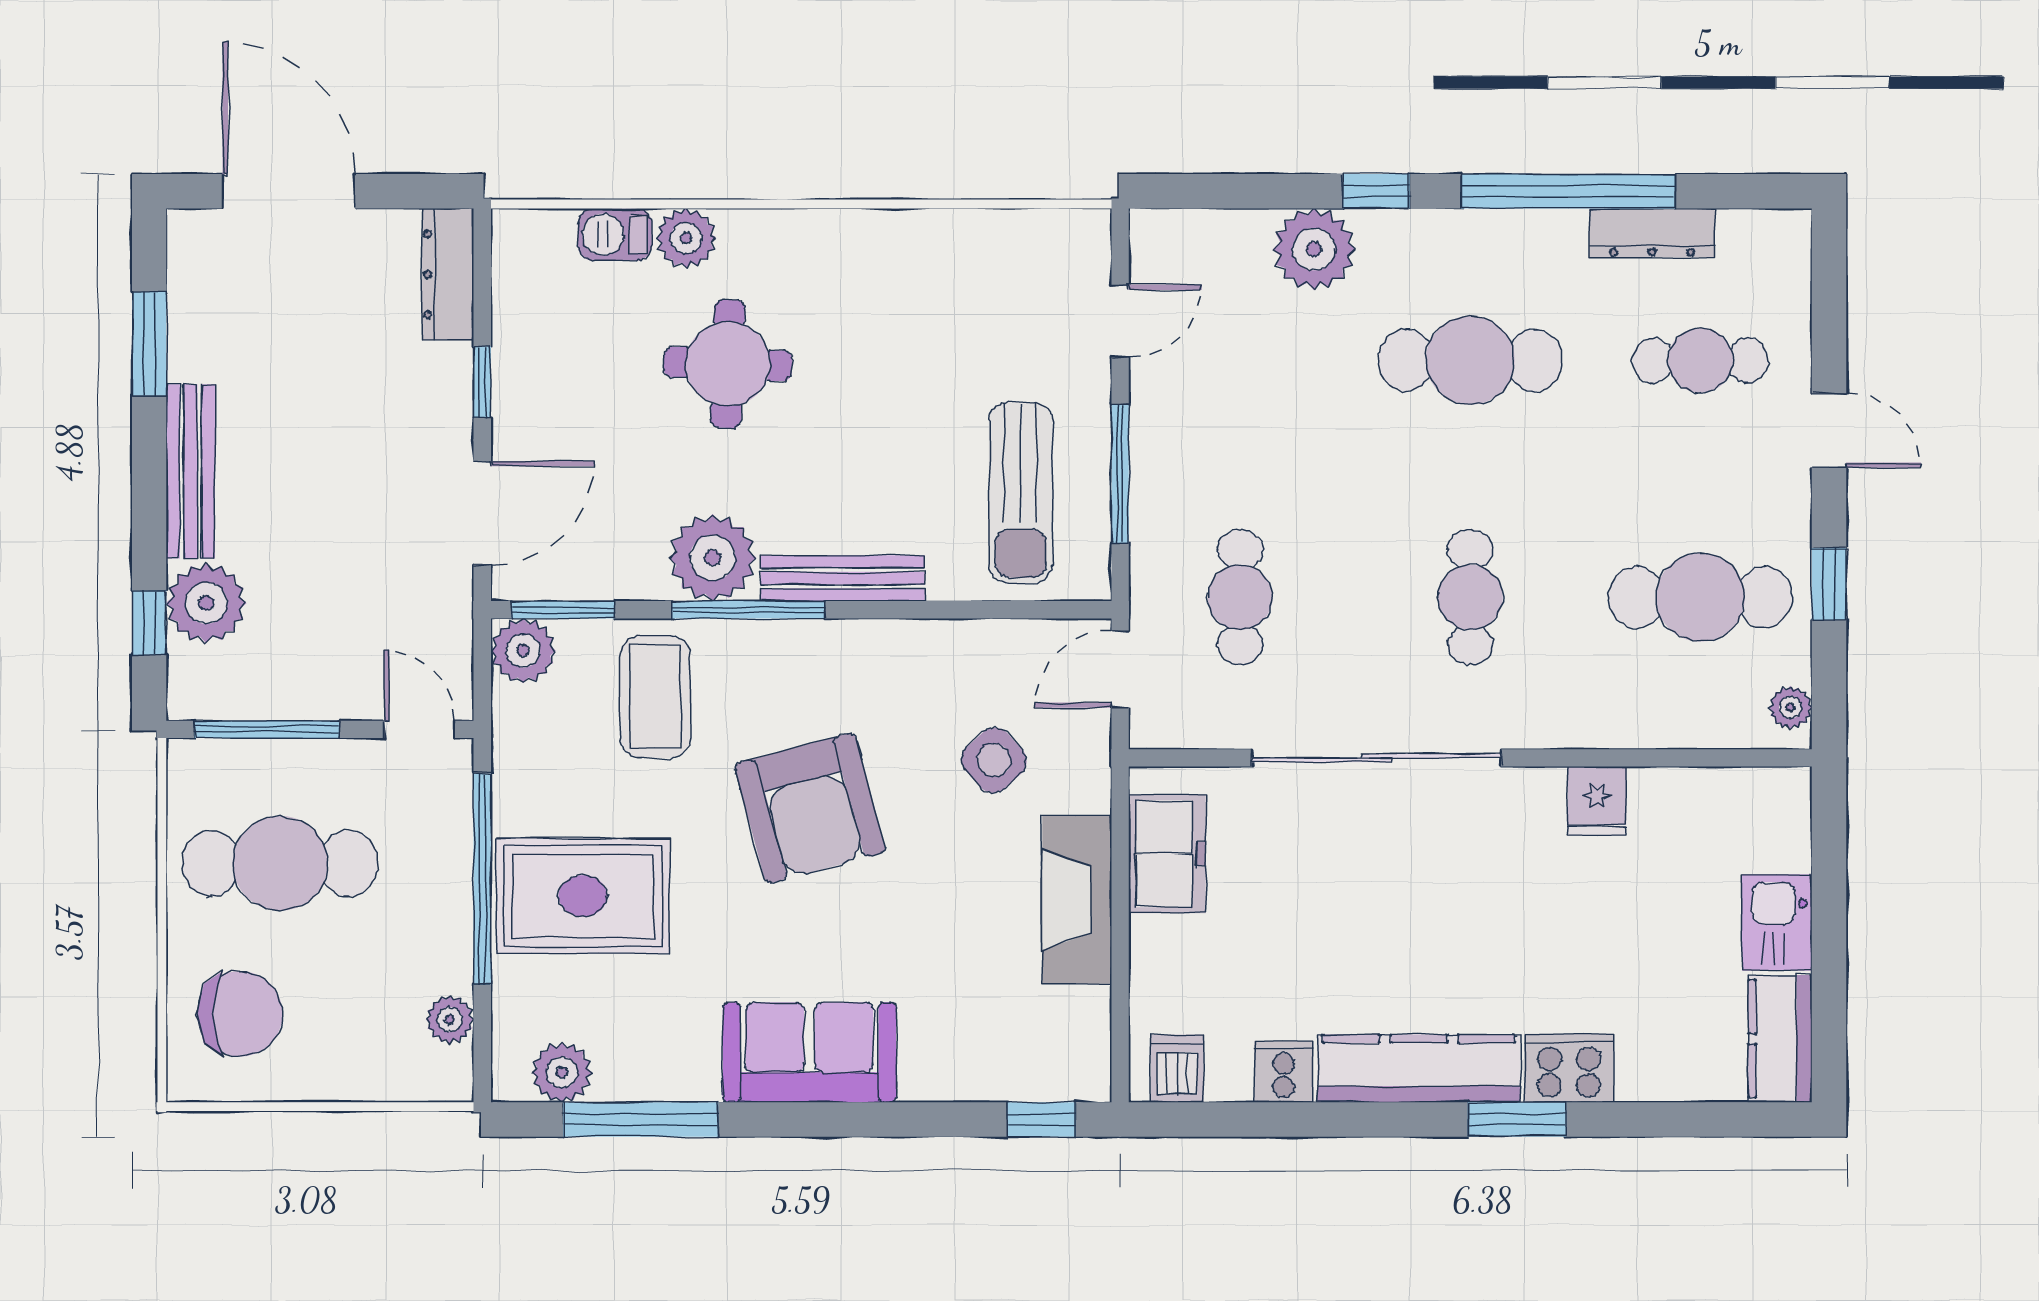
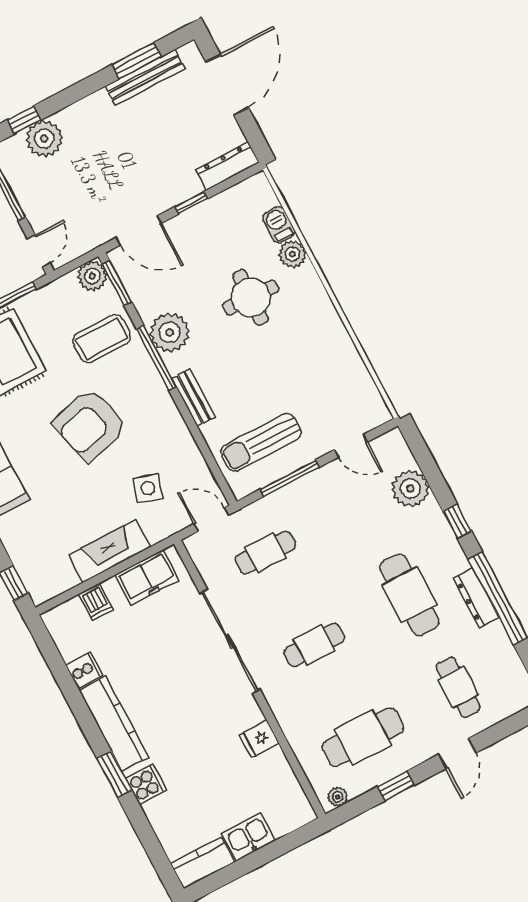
dresser: (1652, 233) -> (476, 598), moved
plant: (1314, 249) -> (410, 488), moved
bench: (191, 471) -> (145, 77), moved
bench: (843, 578) -> (194, 398), width x0.73
cafe table: (1700, 597) -> (363, 737), turned 90
side table: (994, 760) -> (148, 488), turned -31
cooker: (1569, 1068) -> (146, 784), width x0.73
dishwasher: (1177, 1069) -> (96, 602), moved, turned 90

